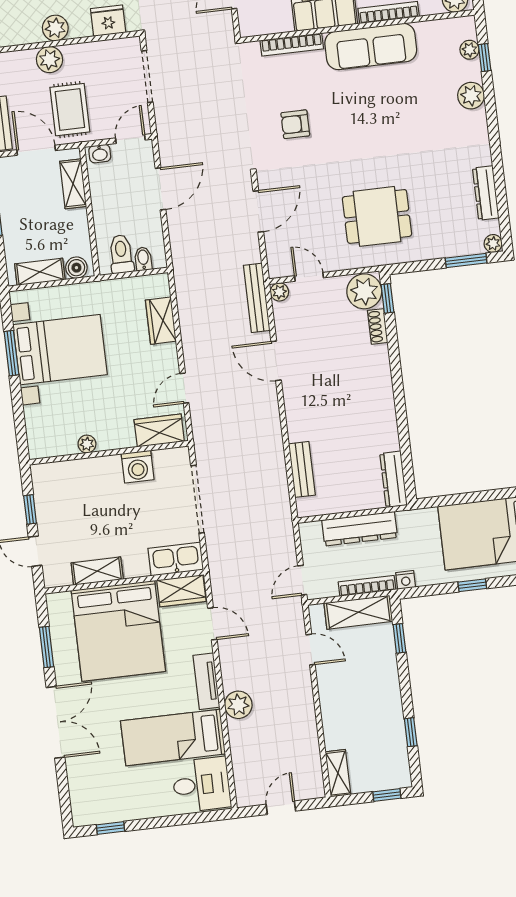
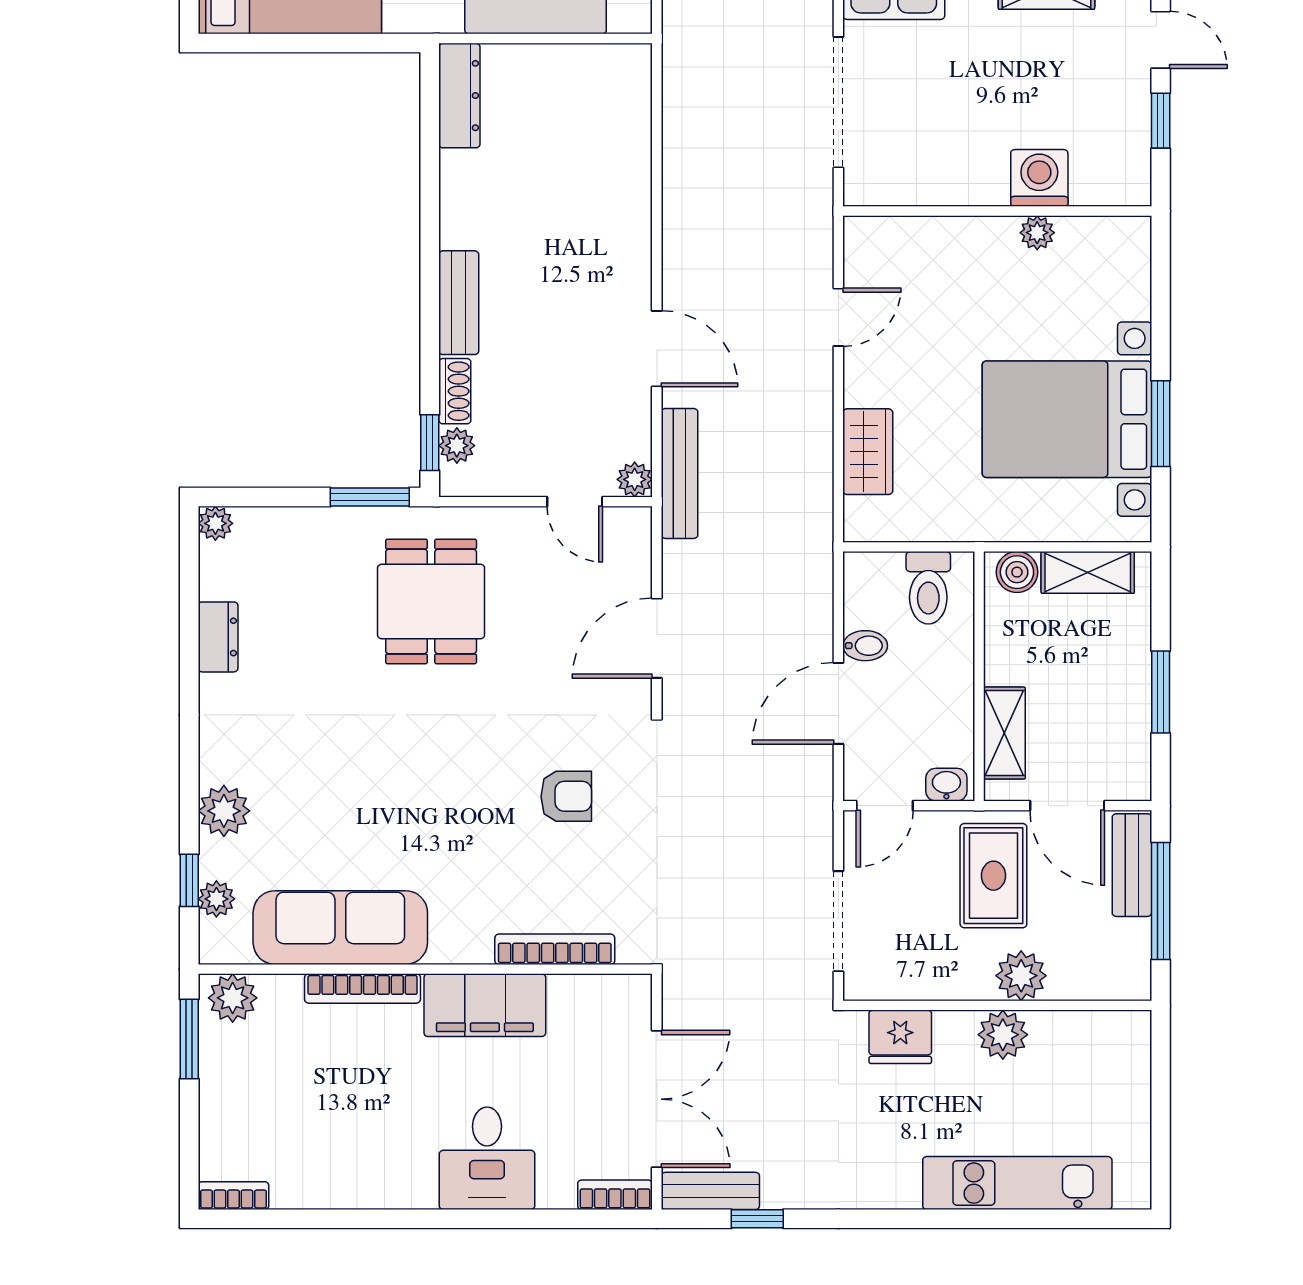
sofa: (371, 47) -> (340, 928), moved
dresser: (486, 193) -> (218, 637), width x0.70
dining table: (377, 216) -> (431, 601), turned 90
bidet: (143, 259) -> (865, 646), moved, turned -90
window: (466, 260) -> (370, 497), moved
plant: (364, 291) -> (457, 446), width x0.53, depth x0.53
wardrobe: (159, 431) -> (896, 242), removed
washing machine: (138, 467) -> (1039, 178), moved
bench: (302, 469) -> (459, 303), moved

